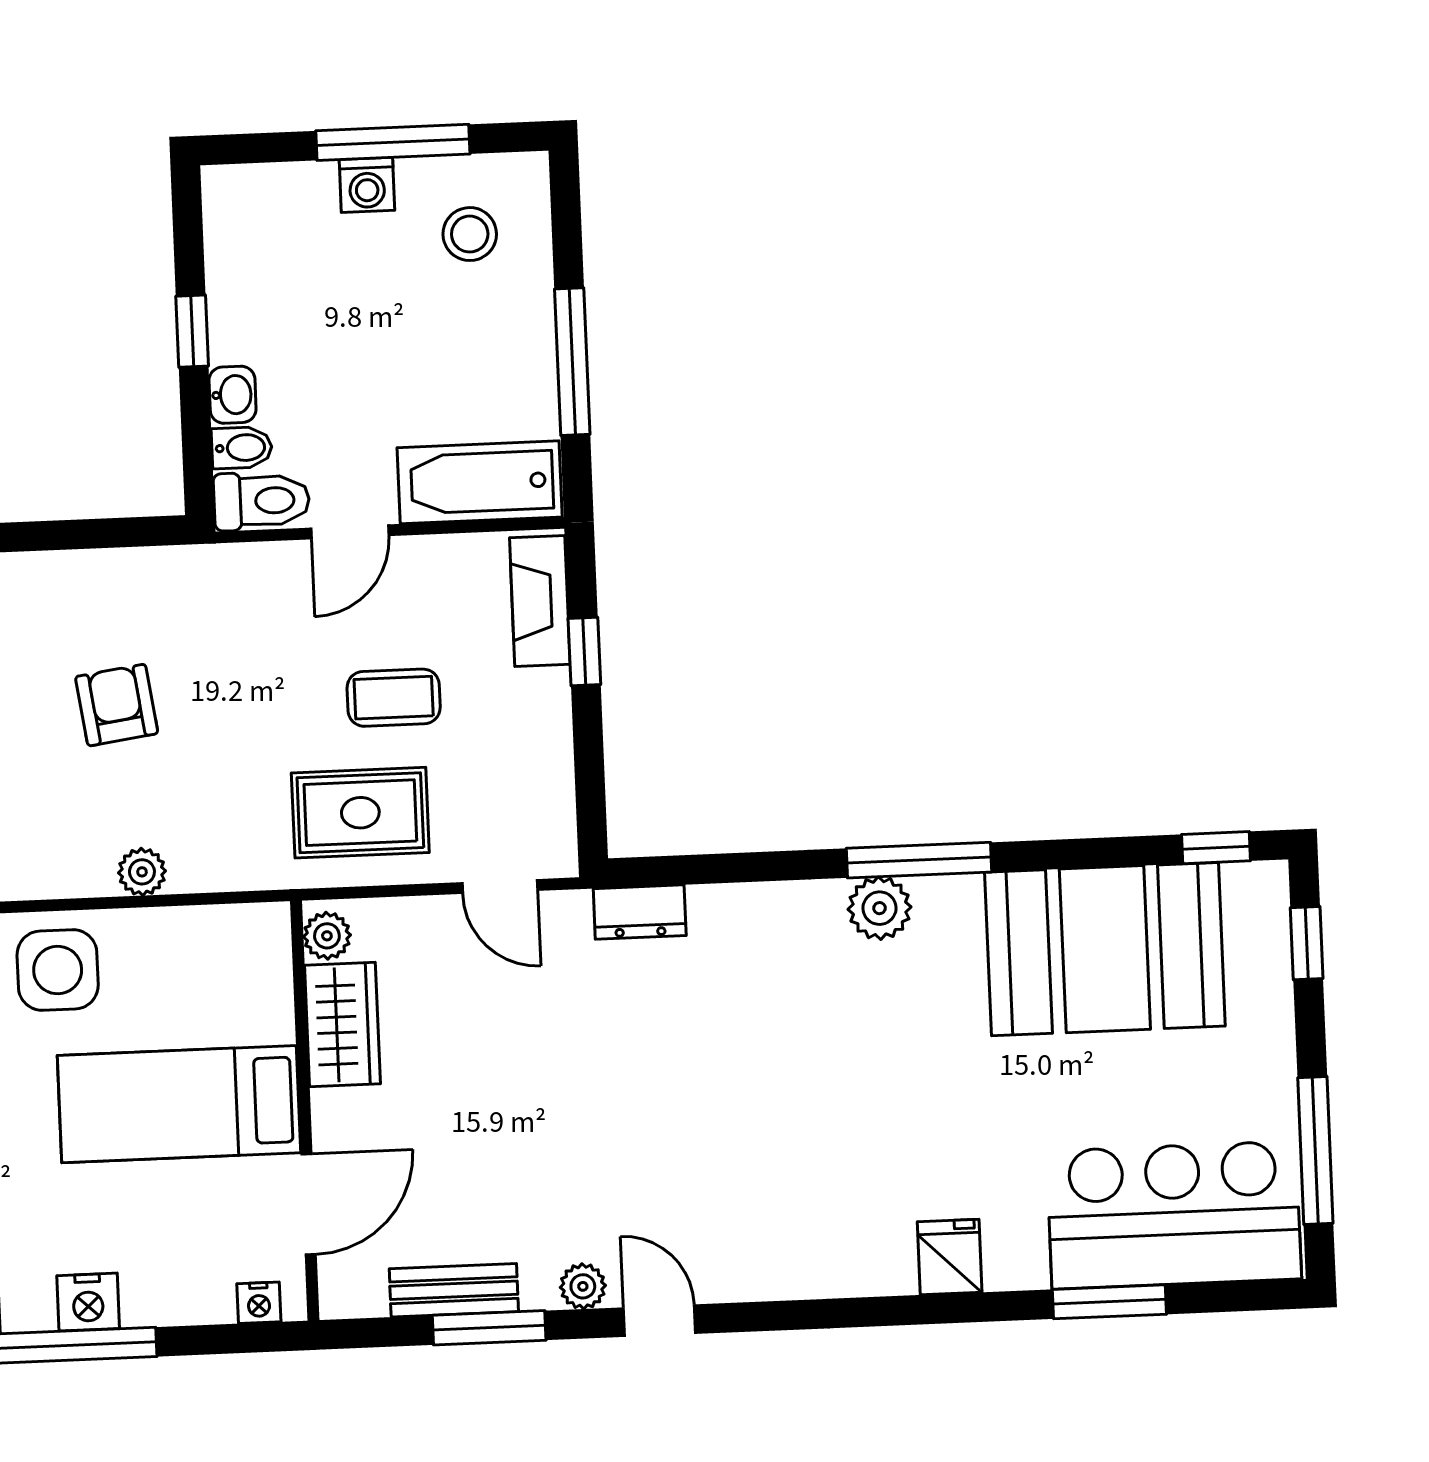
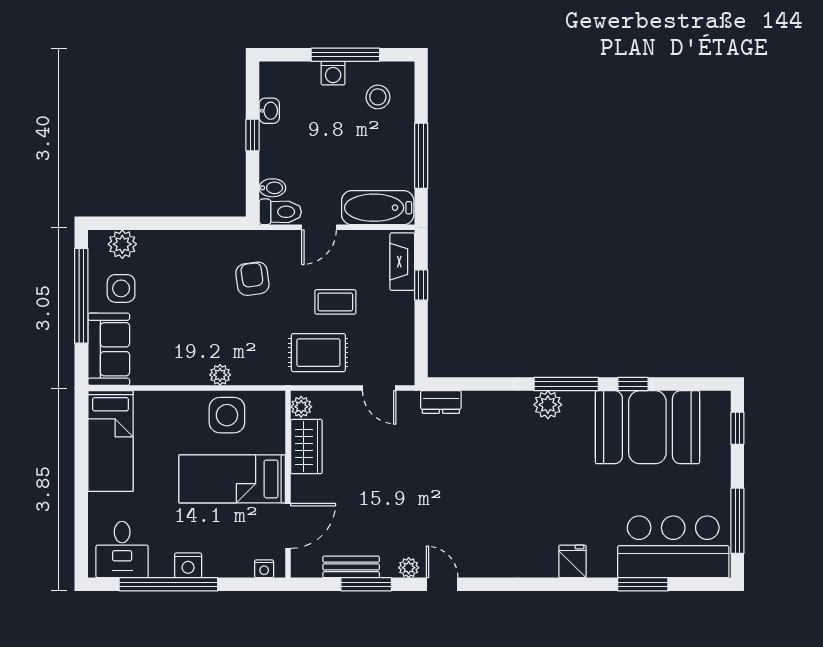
washbasin: (233, 395) -> (269, 111), moved
armchair: (117, 705) -> (252, 279), moved
window: (1216, 848) -> (633, 384), moved
side table: (58, 970) -> (227, 415), moved

